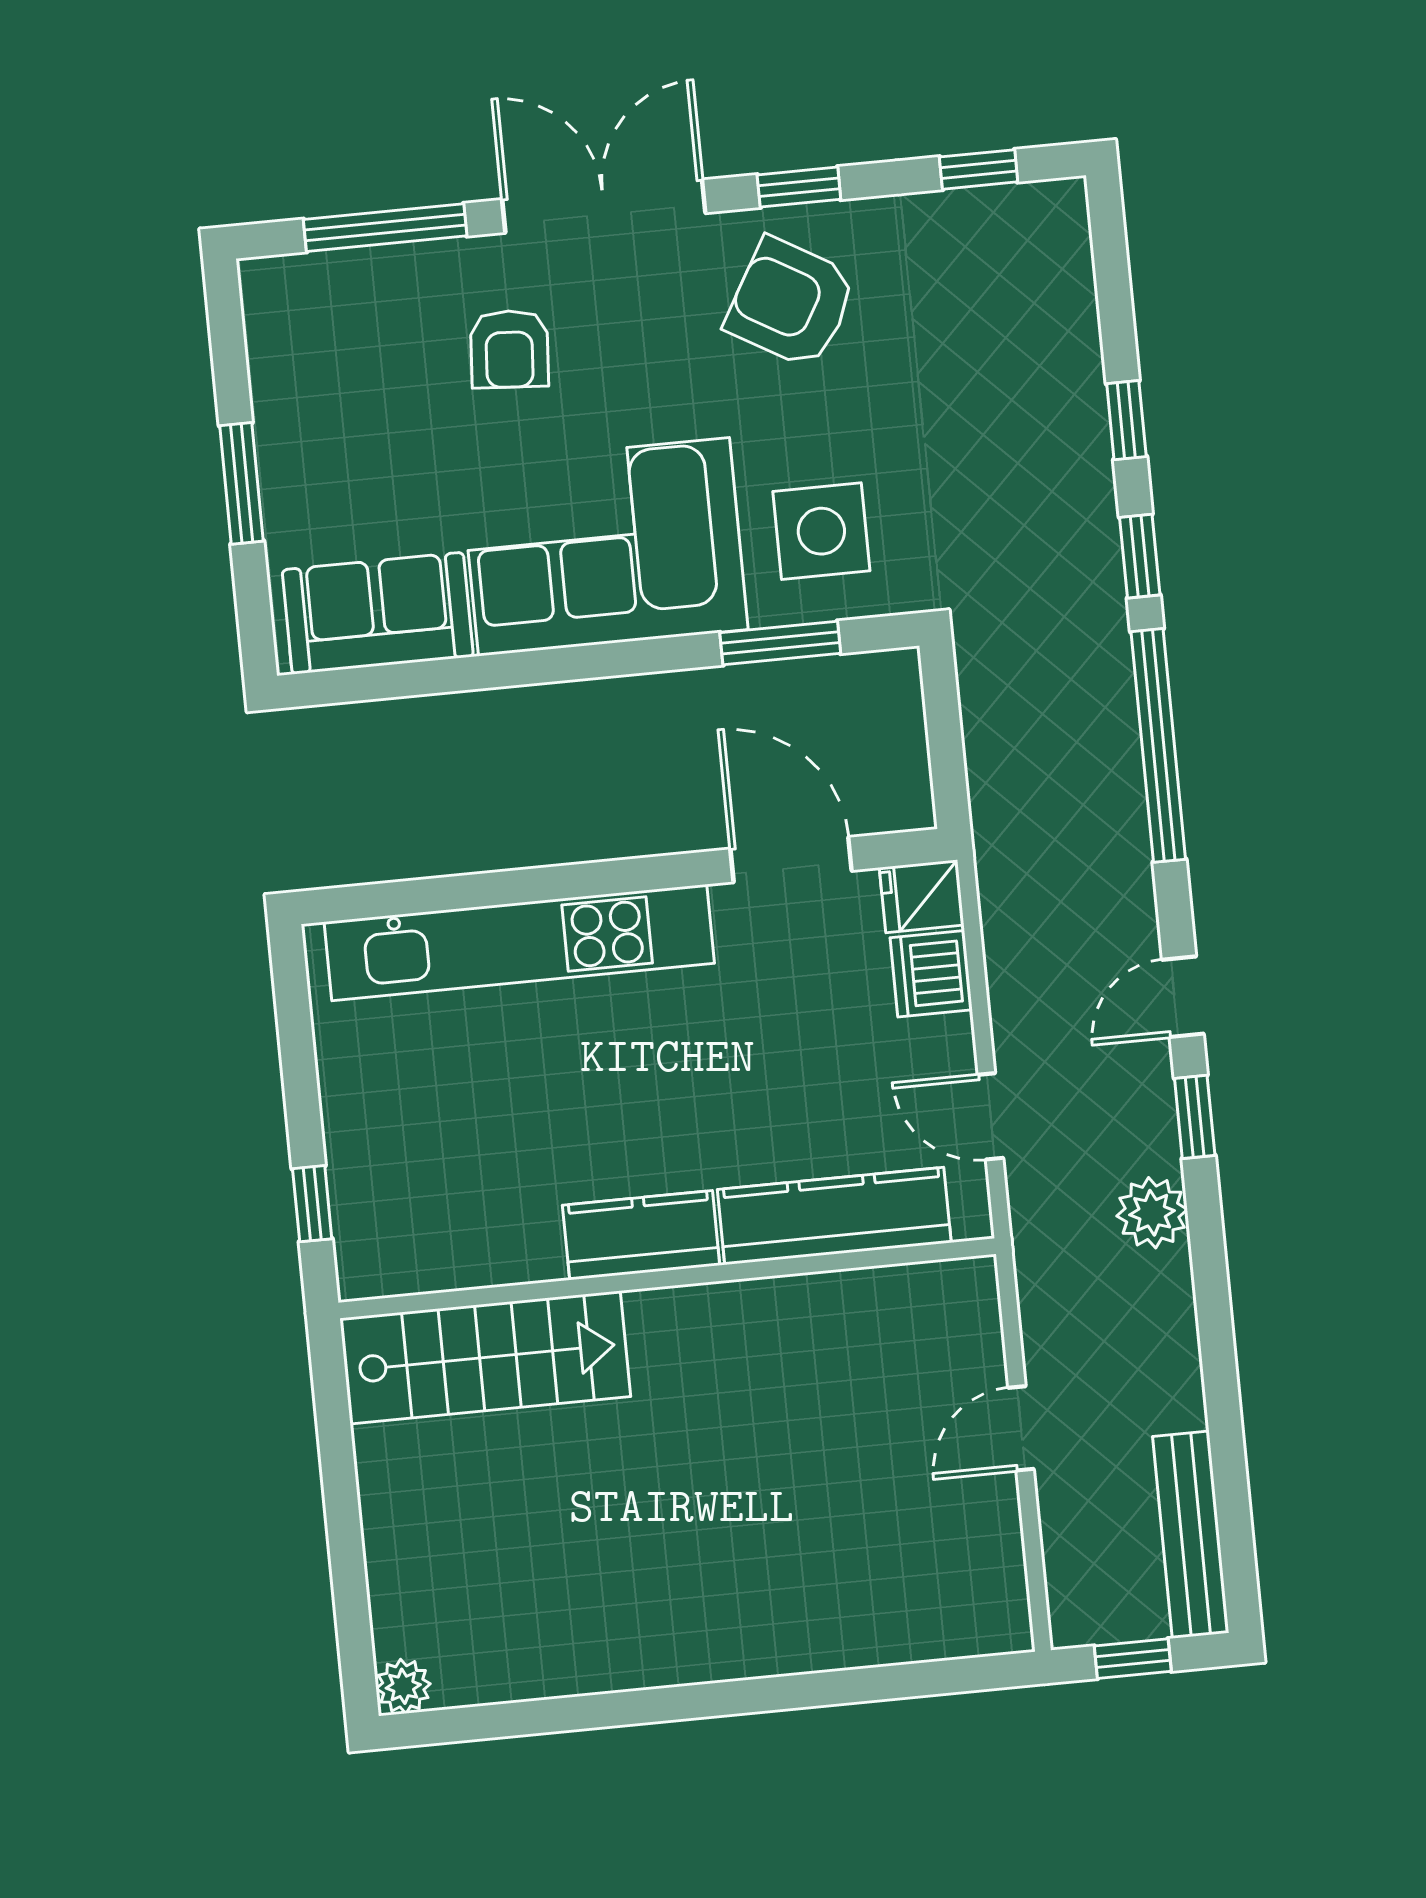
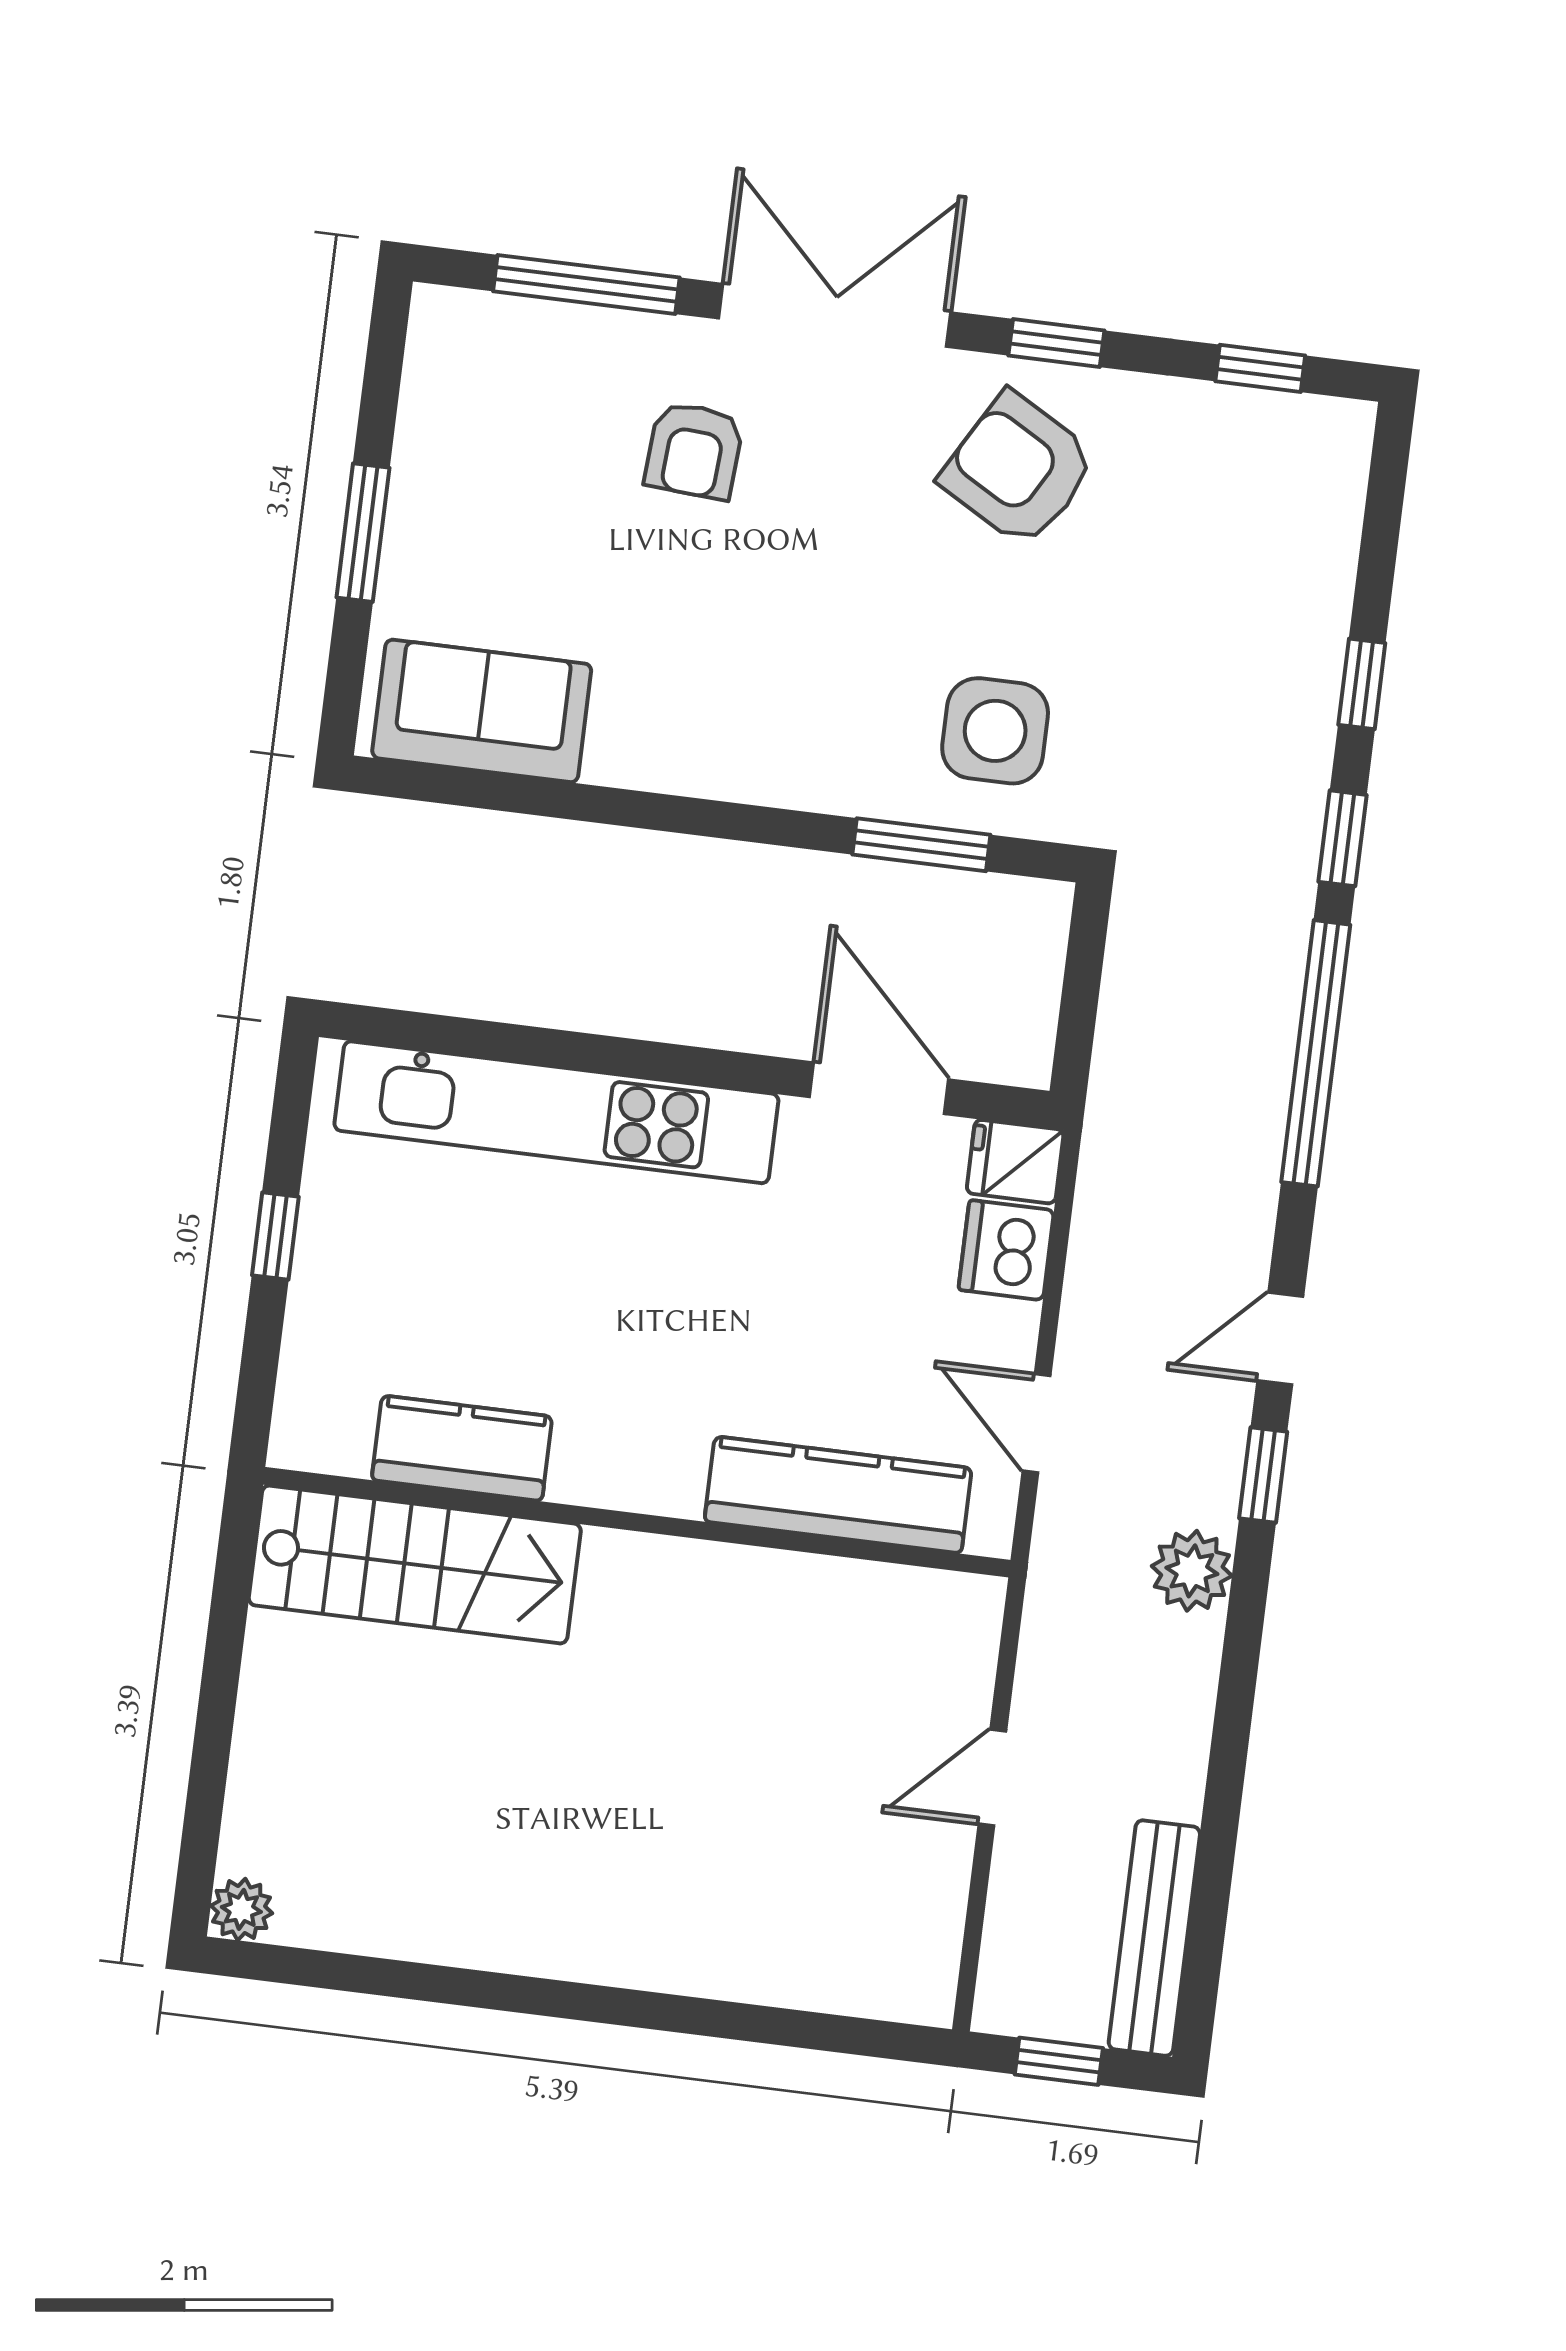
corner sofa: (604, 547) -> (750, 694), removed
window: (312, 1204) -> (275, 1236), moved
kitchen counter: (641, 1235) -> (462, 1448), moved

